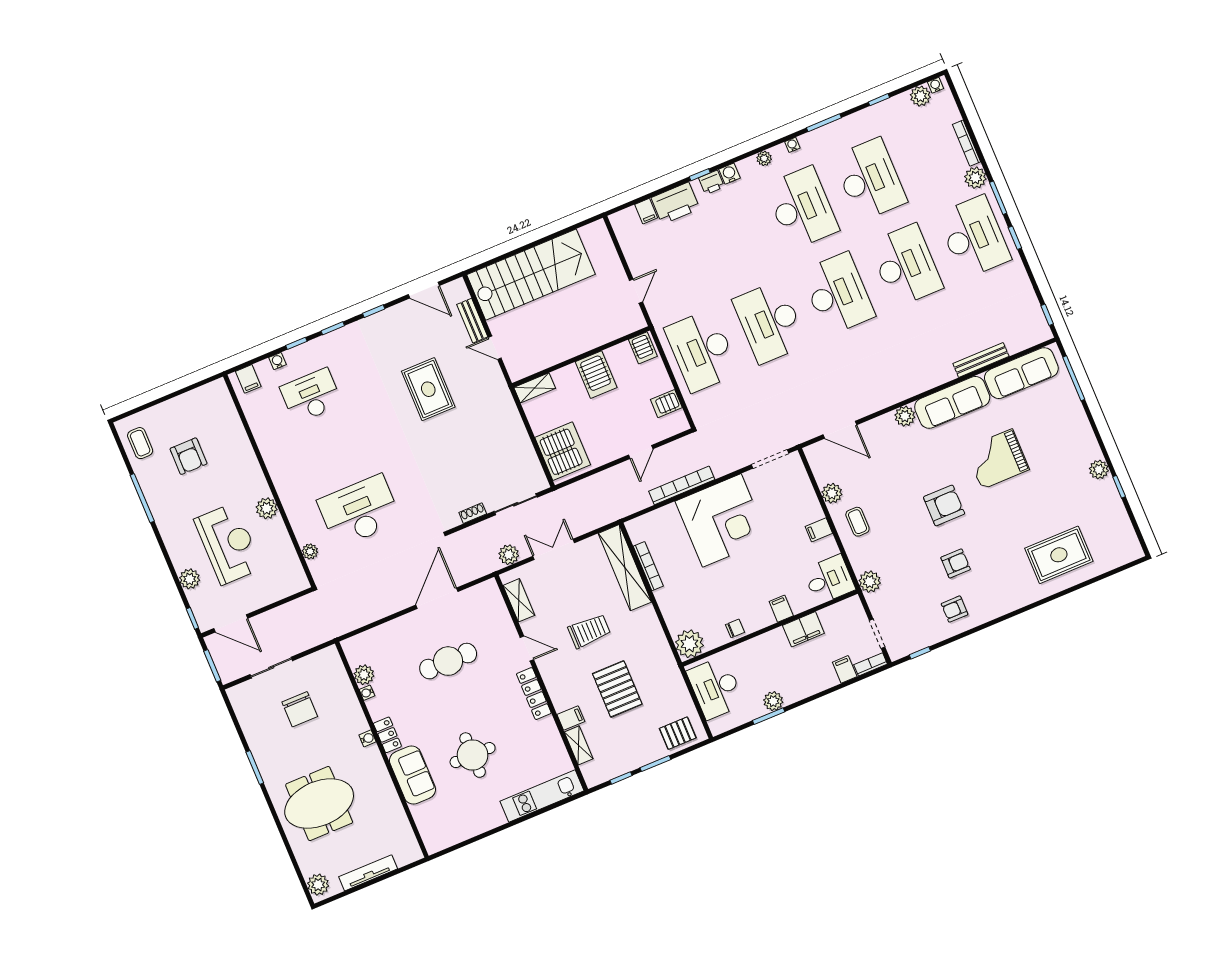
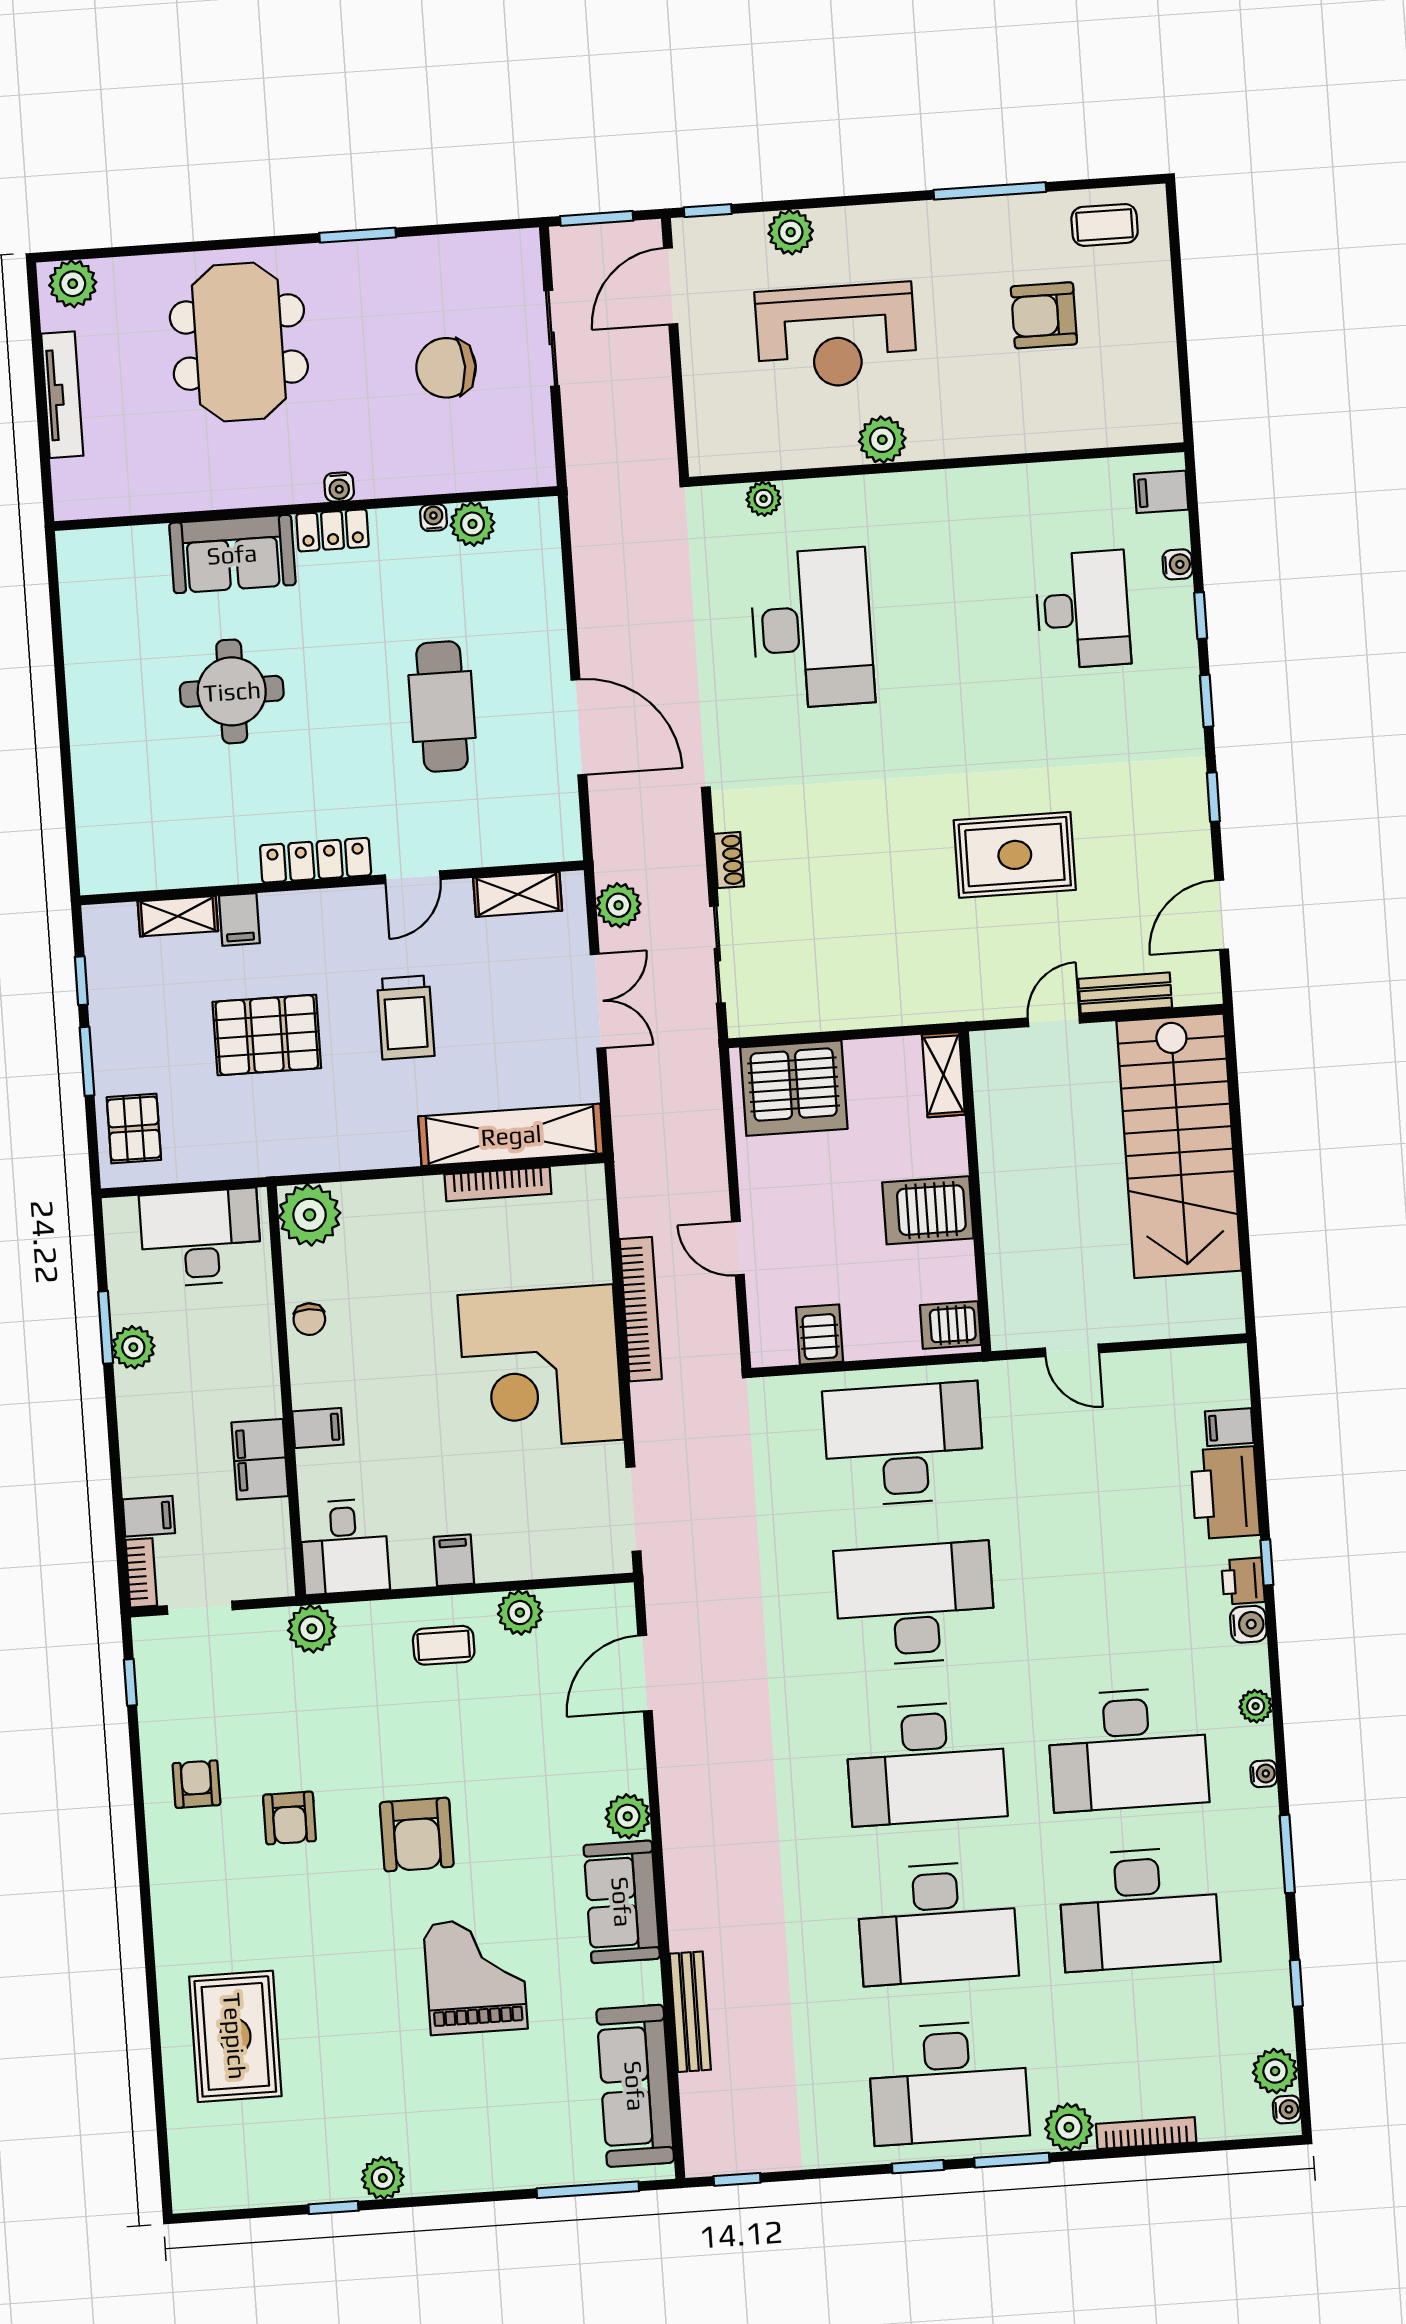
sofa: (952, 402) -> (622, 1902), width x0.73
kitchen unit: (542, 796) -> (99, 806), removed

